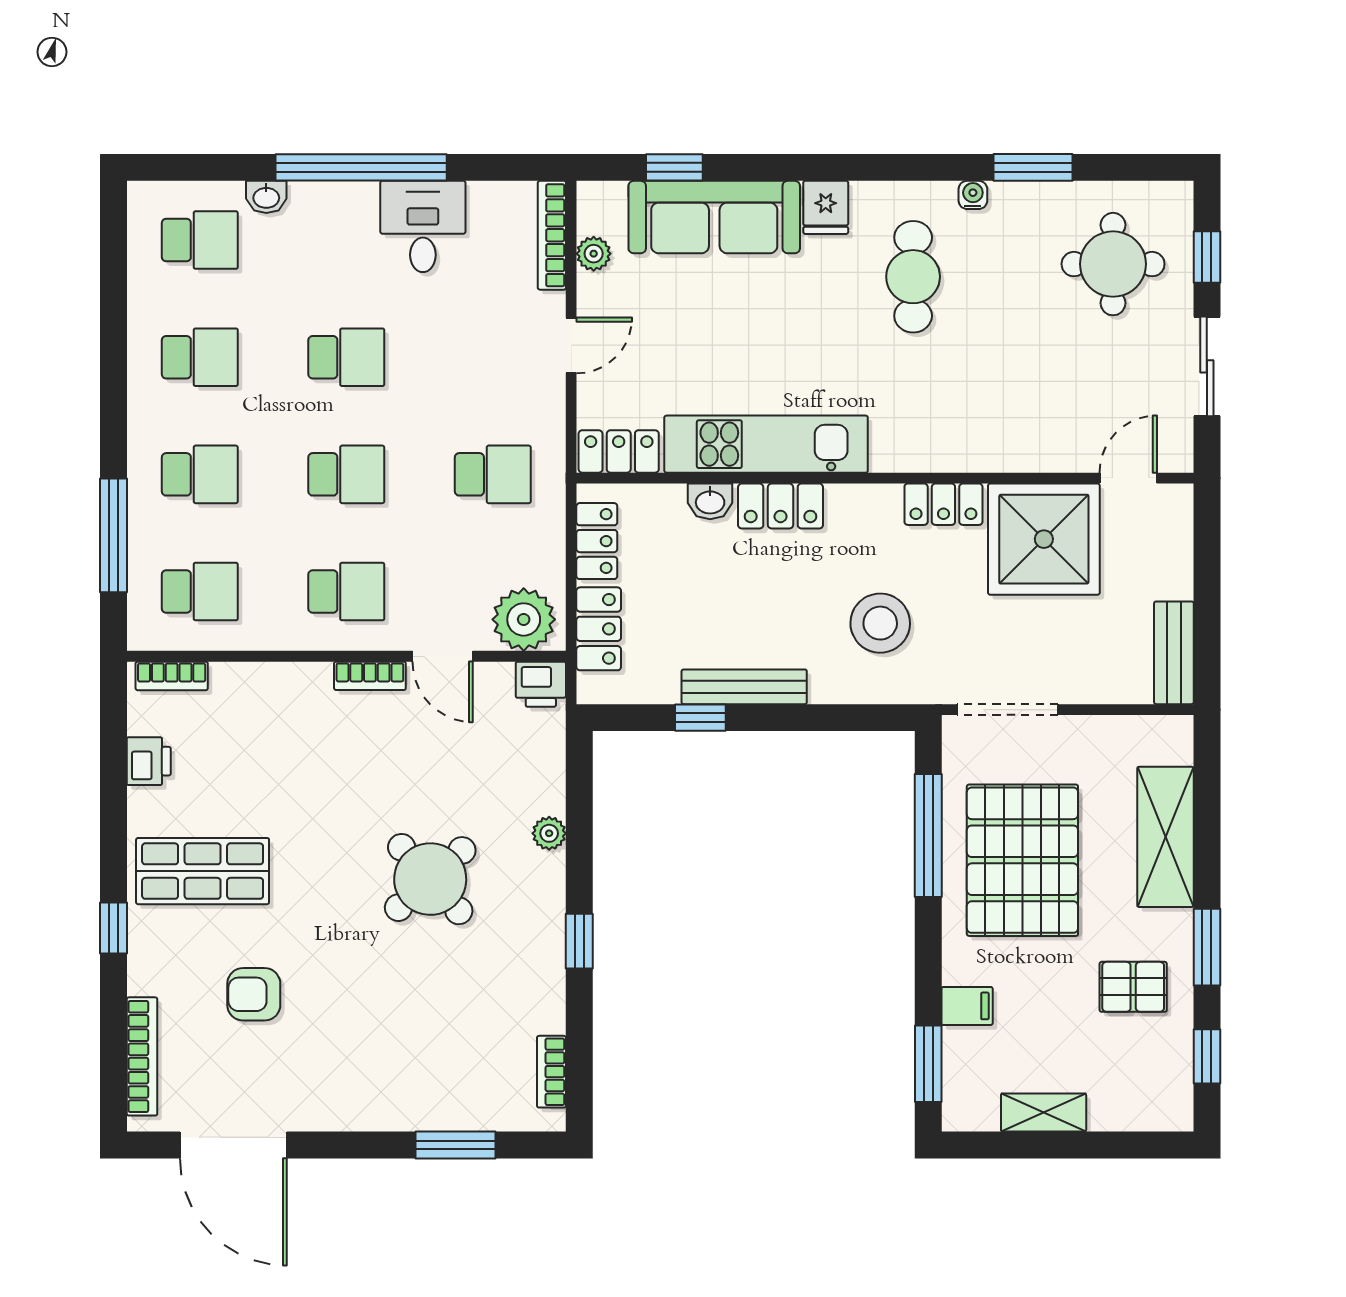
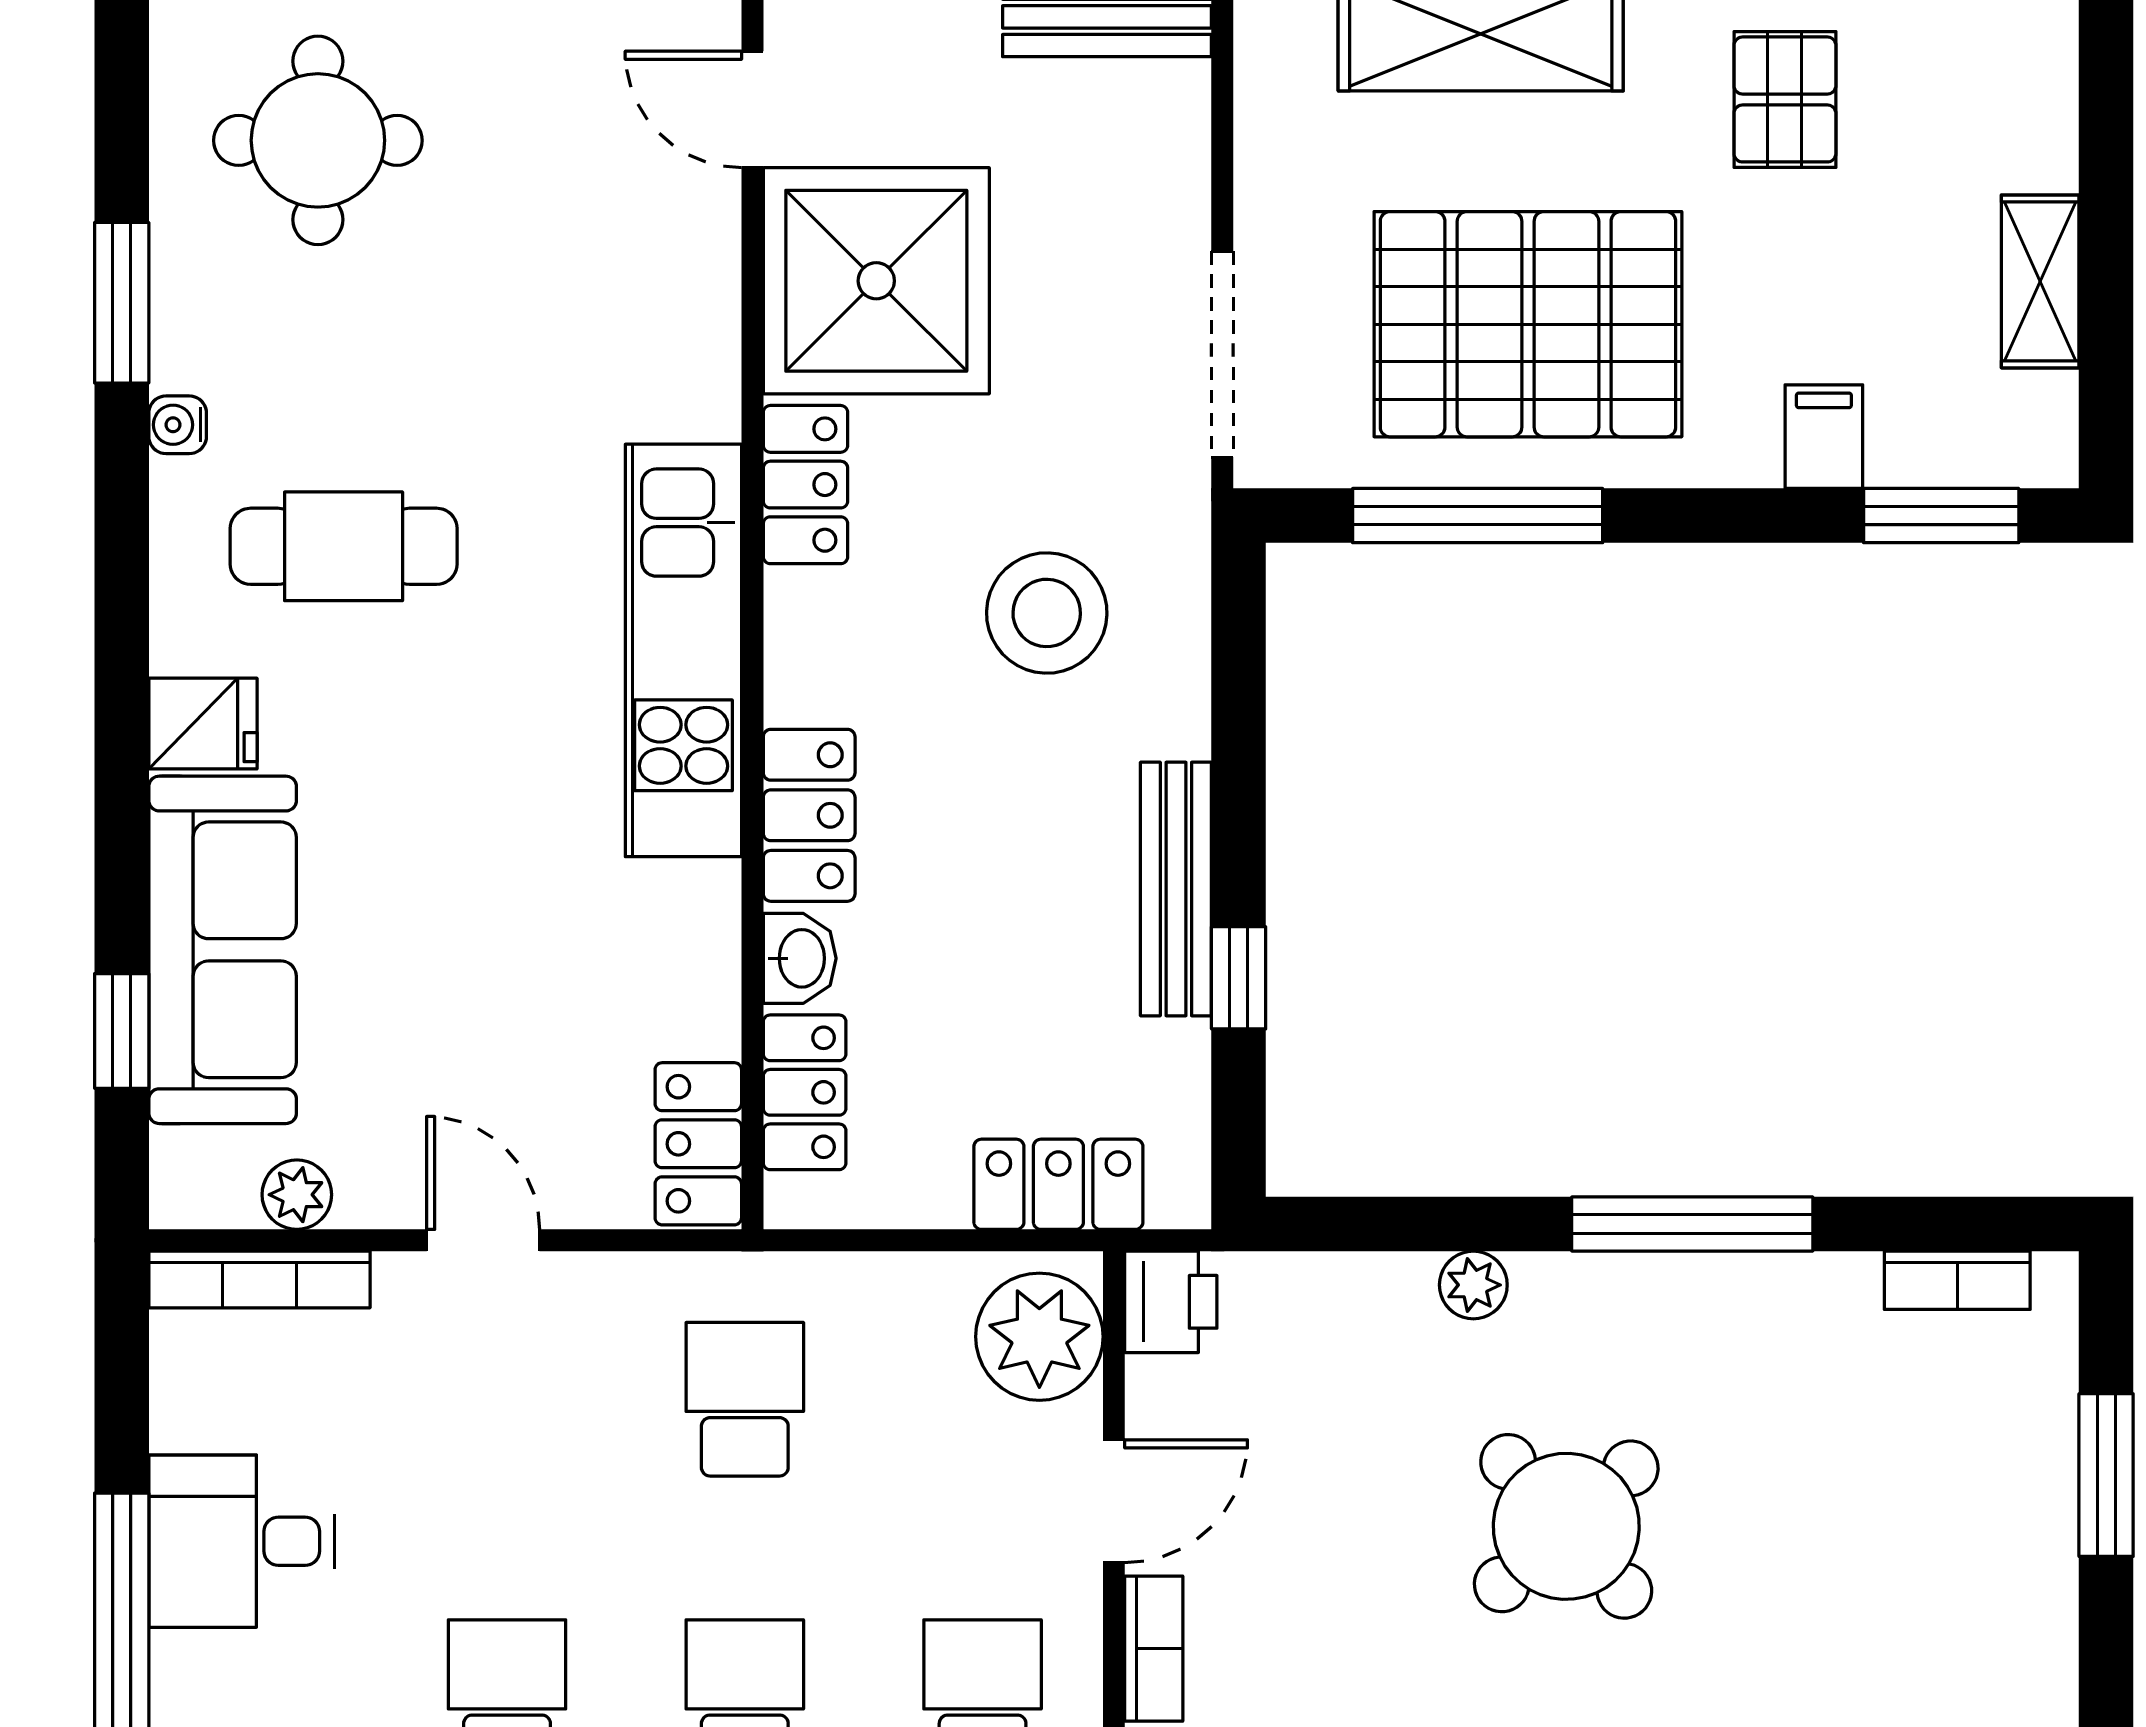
kitchen unit: (766, 444) -> (683, 650), moved
locker: (597, 541) -> (805, 1092), moved, turned 90
window: (579, 941) -> (1692, 1224), width x2.17

